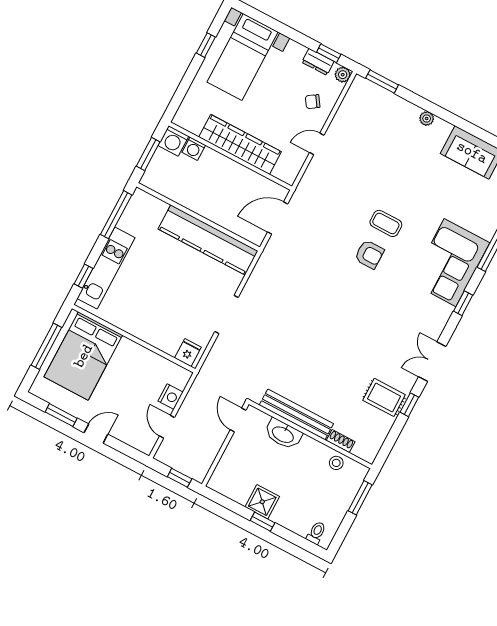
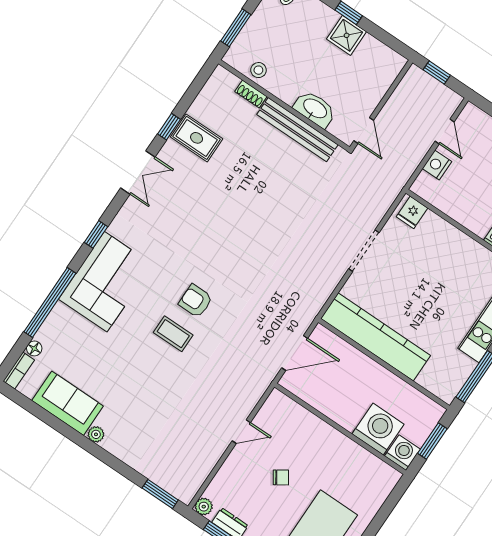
chair: (313, 102) -> (281, 477), moved
plant: (427, 118) -> (96, 434), moved
wardrobe: (240, 144) -> (328, 441), removed
washing machine: (194, 149) -> (378, 429), width x1.89, depth x1.89

